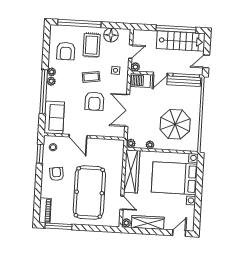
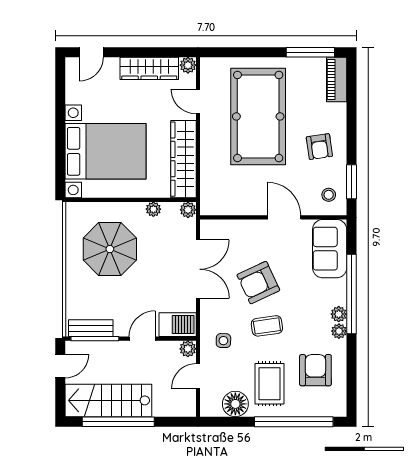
bench: (184, 81) -> (91, 328), width x0.73
armchair: (94, 101) -> (258, 283), turned -115

